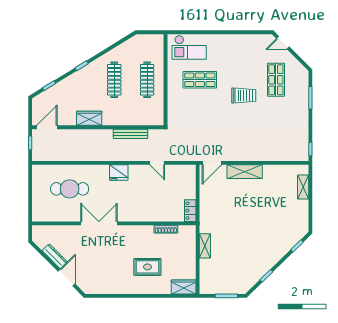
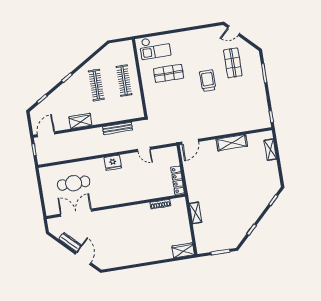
trolley: (244, 95) -> (208, 81), turned -90
shelving: (245, 172) -> (232, 143), moved
locker: (190, 211) -> (177, 180), width x1.53
double door: (99, 223) -> (76, 213), moved
rug: (147, 267) -> (150, 238), removed

